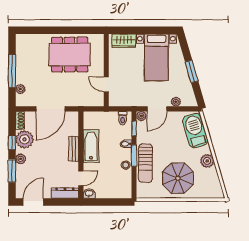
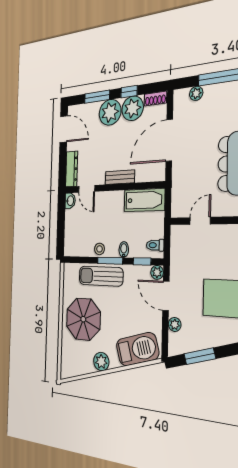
window: (192, 71) -> (200, 356), moved
door: (50, 109) -> (169, 140), hinge flipped
bathtub: (91, 146) -> (144, 200), moved
plant: (21, 159) -> (110, 112), width x1.88, depth x1.88

